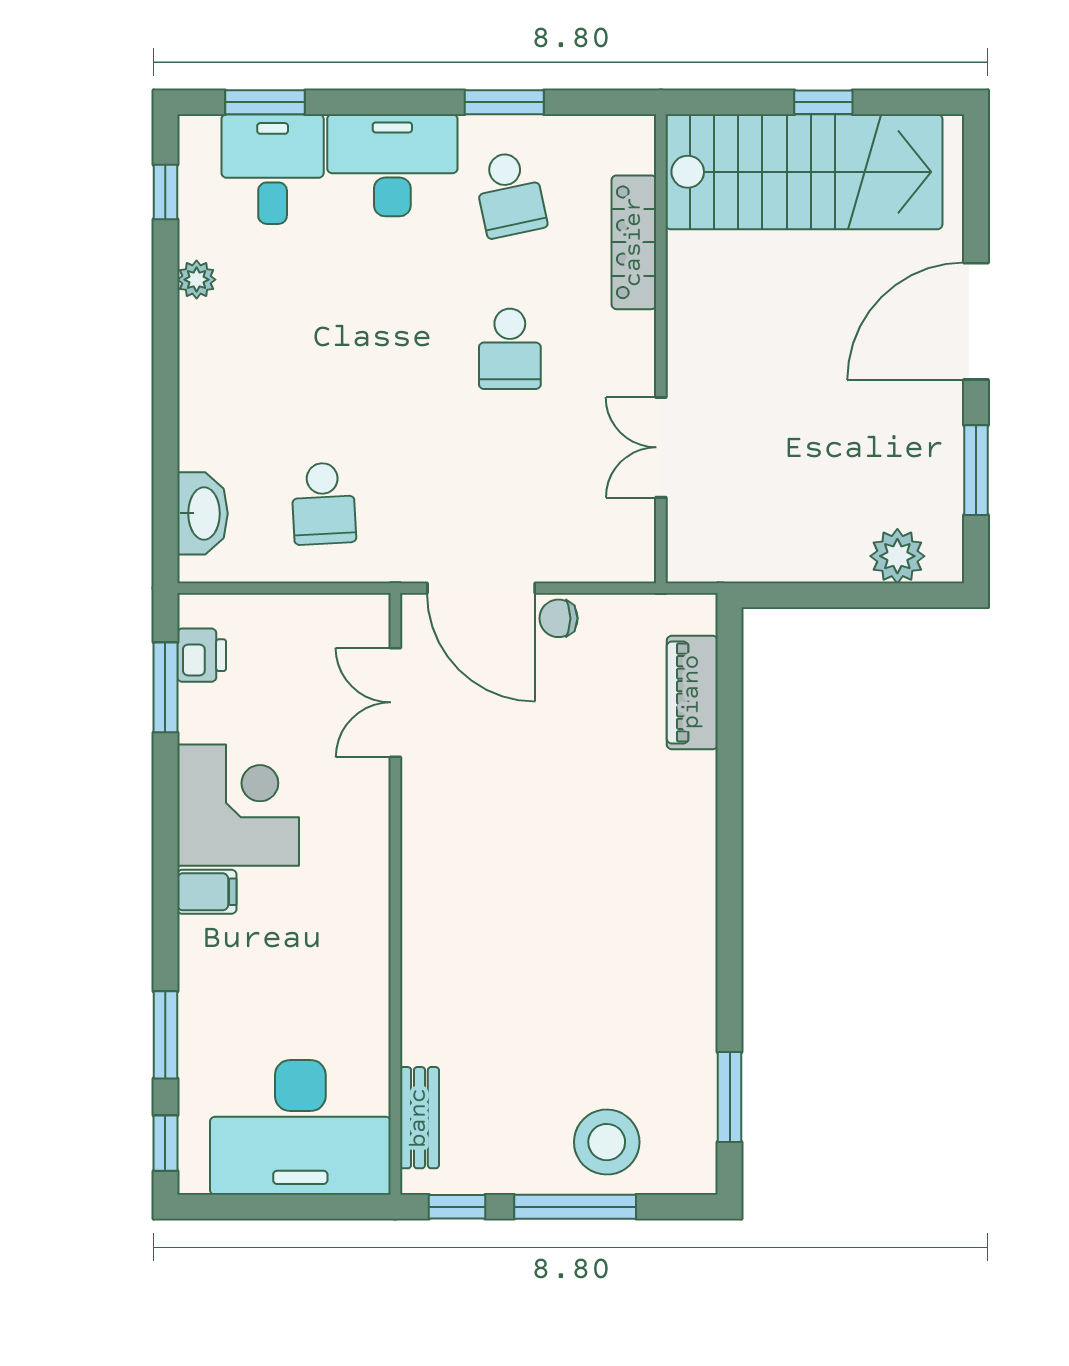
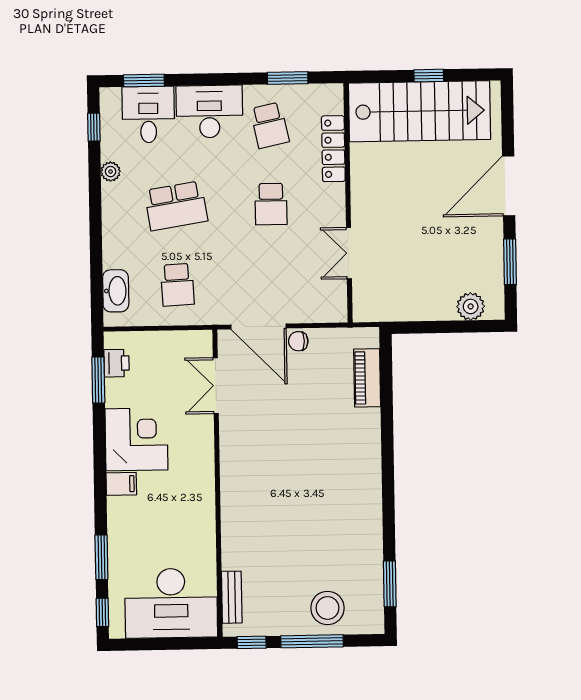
window: (504, 102) -> (288, 78), moved
school desk: (324, 349) -> (176, 206), added

